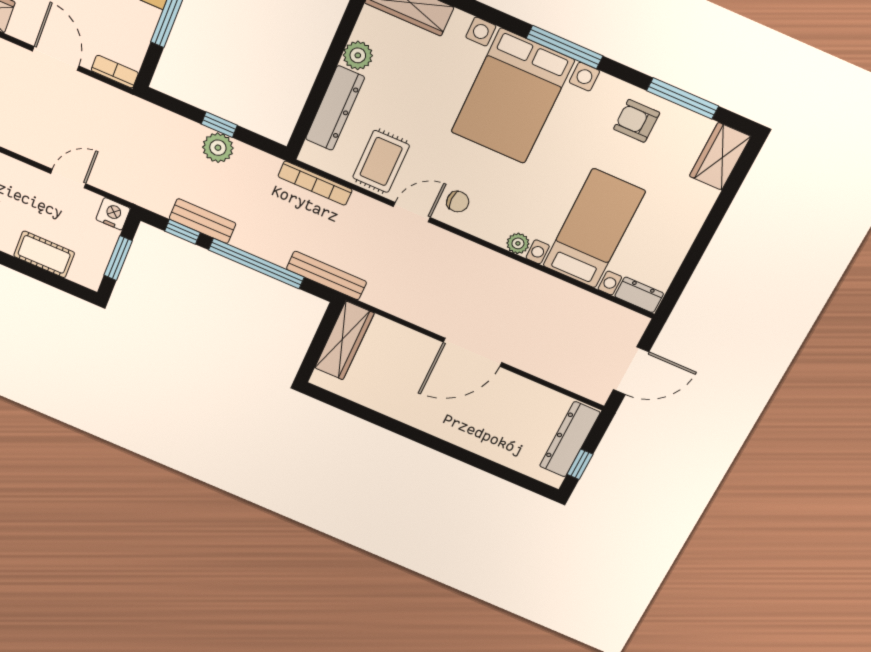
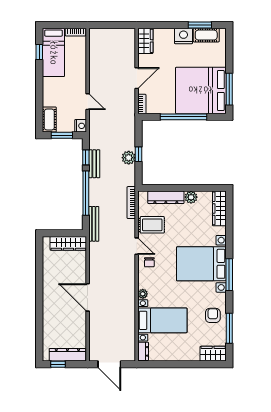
cot: (44, 254) -> (49, 120), moved

